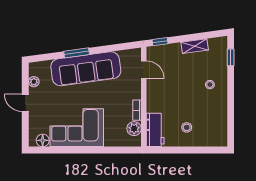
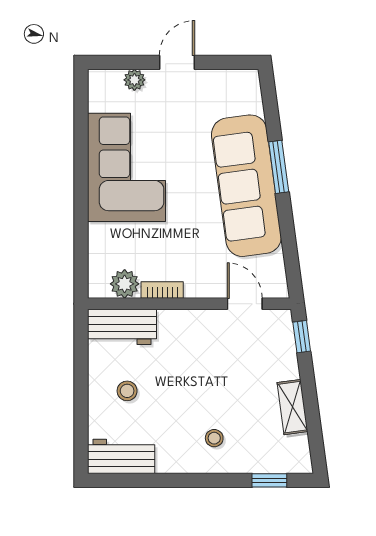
door: (144, 70) -> (245, 304), swing flipped
plant: (34, 82) -> (134, 80), moved
workbench: (219, 130) -> (121, 456), added
floor lamp: (43, 140) -> (101, 98), removed

